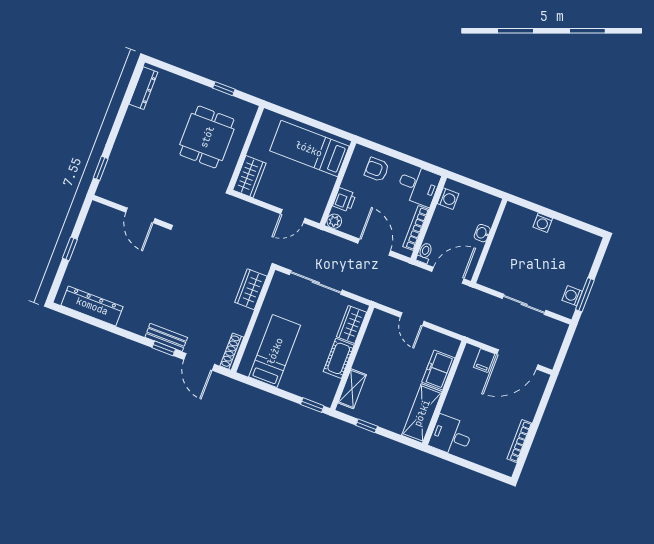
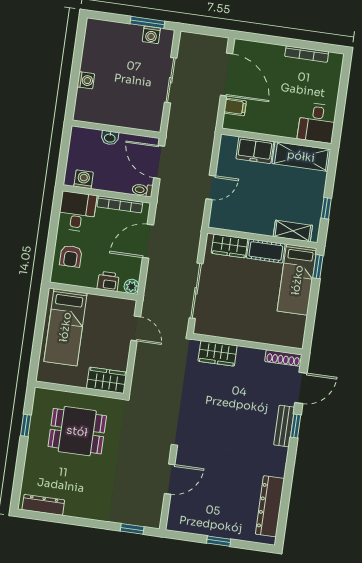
bed: (275, 351) -> (297, 280), moved, turned -90

